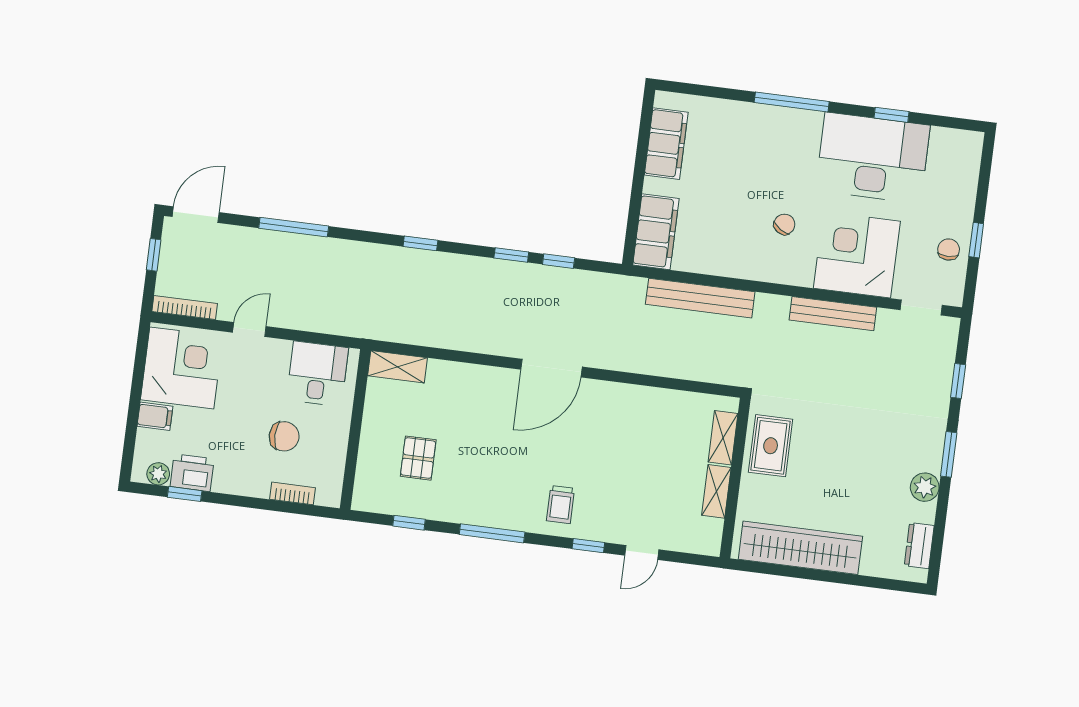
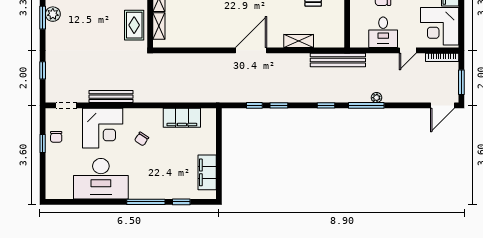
window: (891, 115) -> (181, 202), moved
window: (294, 227) -> (366, 105), moved
filing cabinet: (656, 232) -> (182, 118), moved, turned -90
plant: (321, 246) -> (376, 98), added
window: (154, 255) -> (461, 82), width x1.50
bench: (700, 298) -> (338, 60), moved
shelving: (398, 367) -> (299, 41), moved
desk: (317, 374) -> (383, 32), moved
window: (949, 454) -> (43, 18), moved

